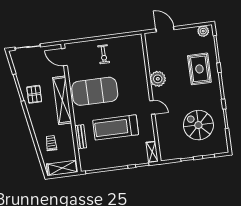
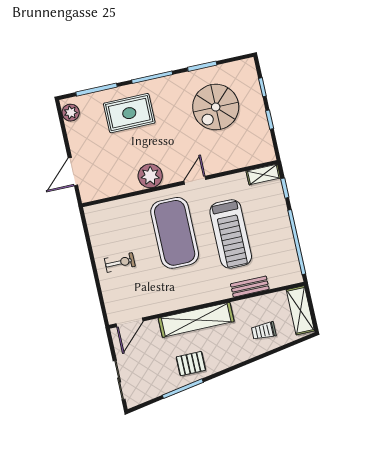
exercise mat: (95, 91) -> (175, 233), moved

